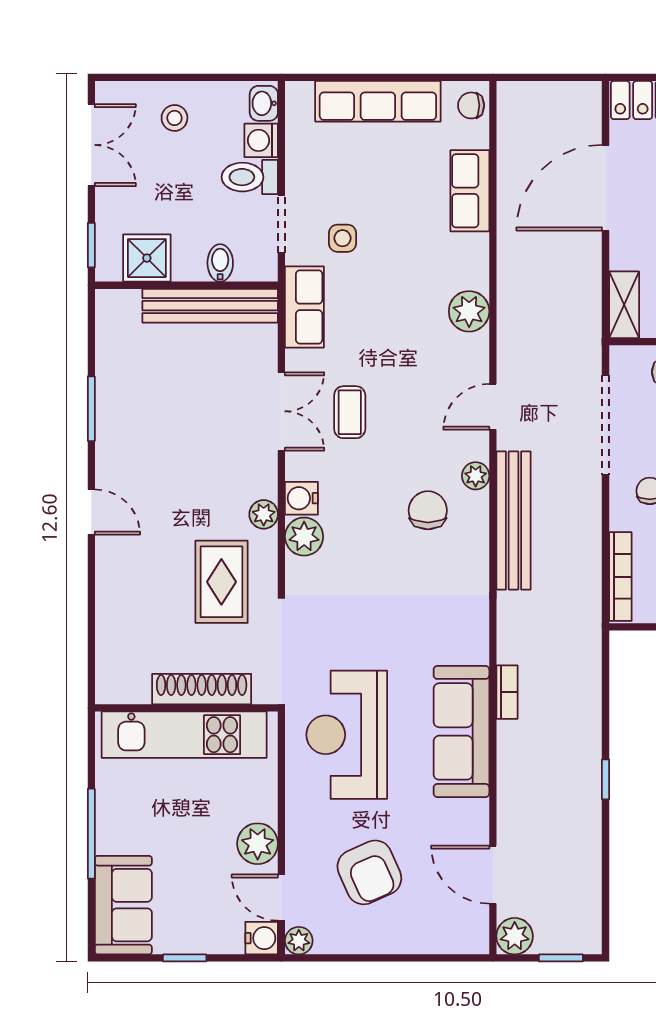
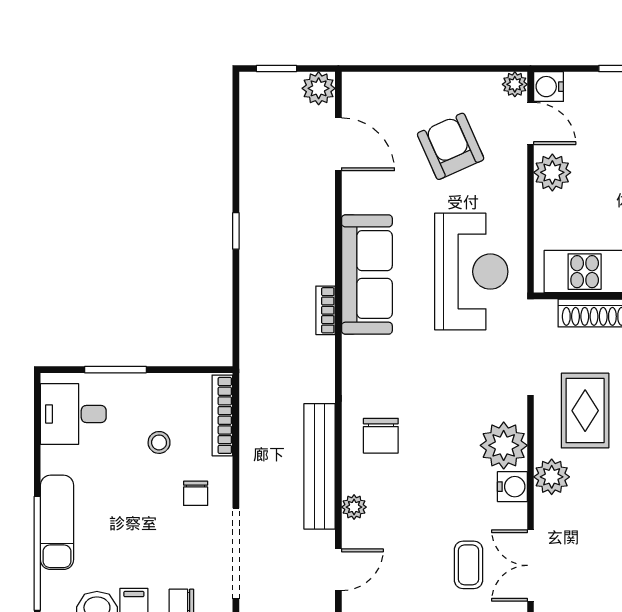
chair: (428, 510) -> (381, 436), moved
plant: (264, 514) -> (552, 477), width x1.38, depth x1.38
plant: (304, 537) -> (504, 445), width x1.36, depth x1.36

